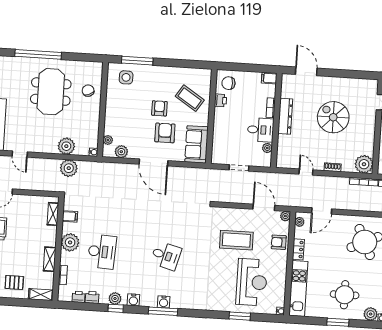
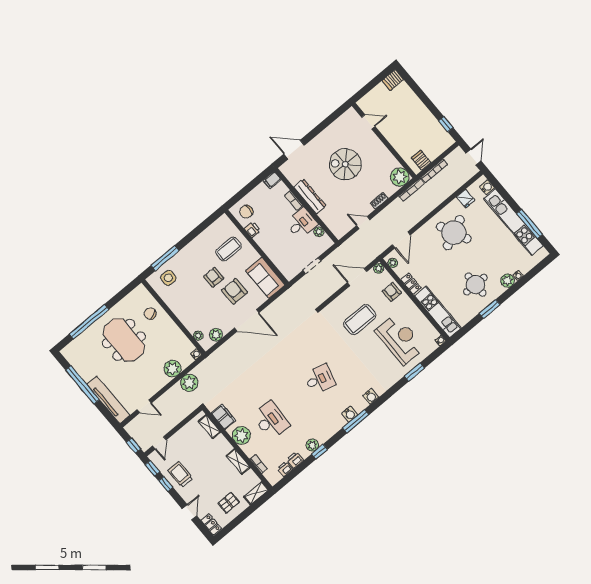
coffee table: (190, 98) -> (229, 249), turned -33
filing cabinet: (70, 216) -> (223, 417), width x2.00
armchair: (279, 242) -> (392, 292), turned 90
water cooler: (133, 300) -> (371, 396), moved

